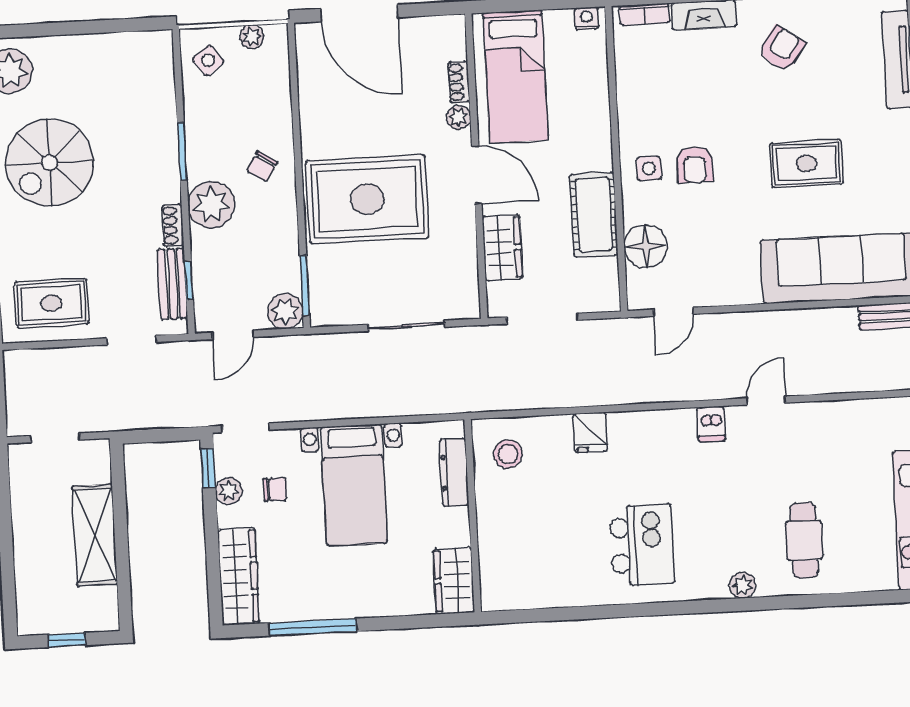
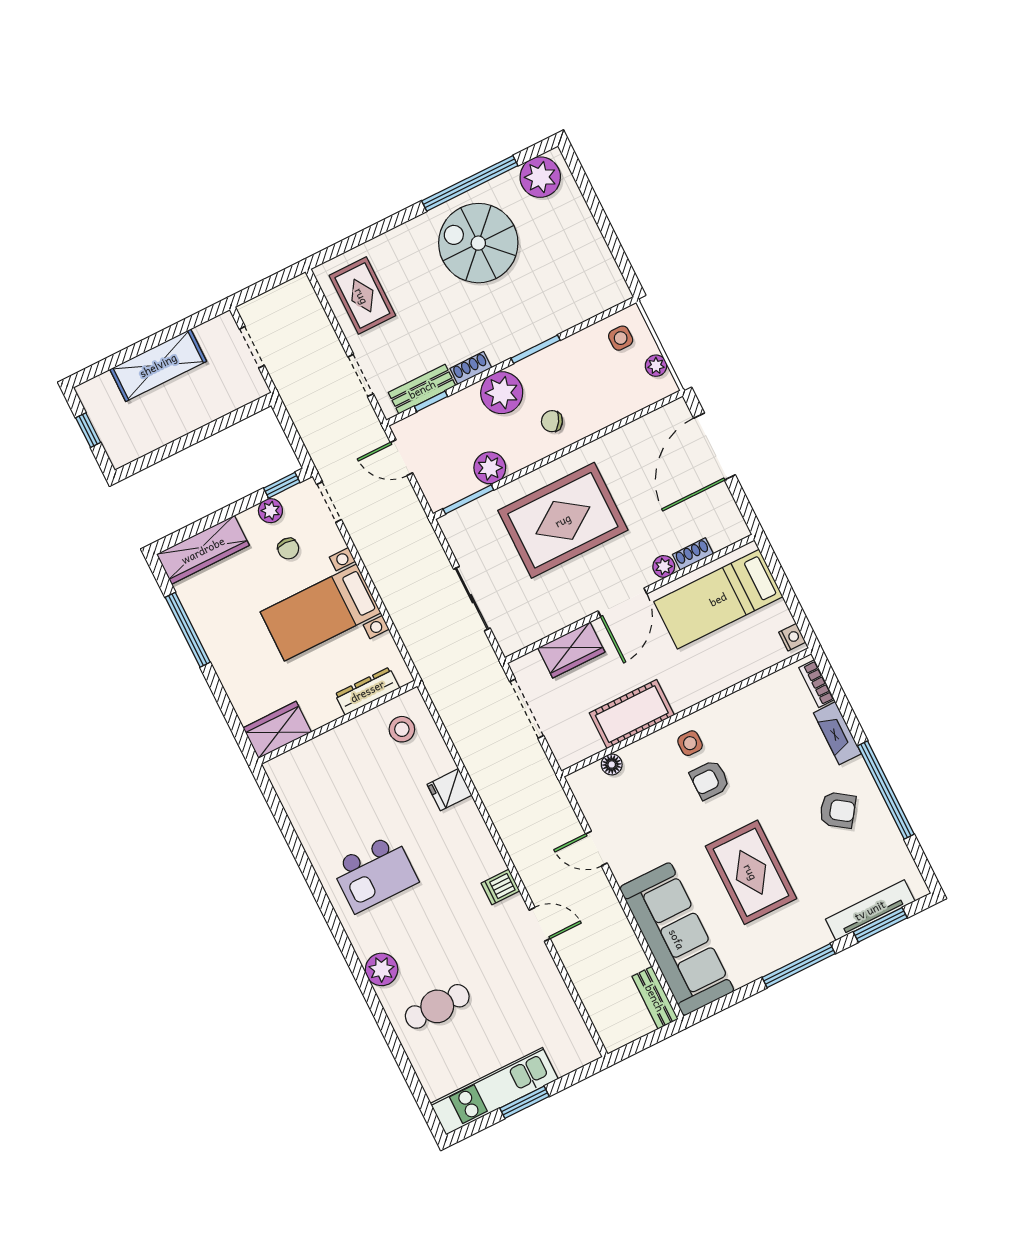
side table: (208, 60) -> (621, 338), turned 38
rug: (807, 164) -> (751, 872), width x1.36, depth x1.43
rug: (367, 199) -> (563, 520), turned 90
floor lamp: (646, 246) -> (612, 764), width x0.53, depth x0.53
plant: (285, 311) -> (490, 468), moved
door: (674, 312) -> (596, 849), moved
shelving: (95, 535) -> (158, 365), moved
plant: (743, 585) -> (382, 969), width x1.38, depth x1.38

